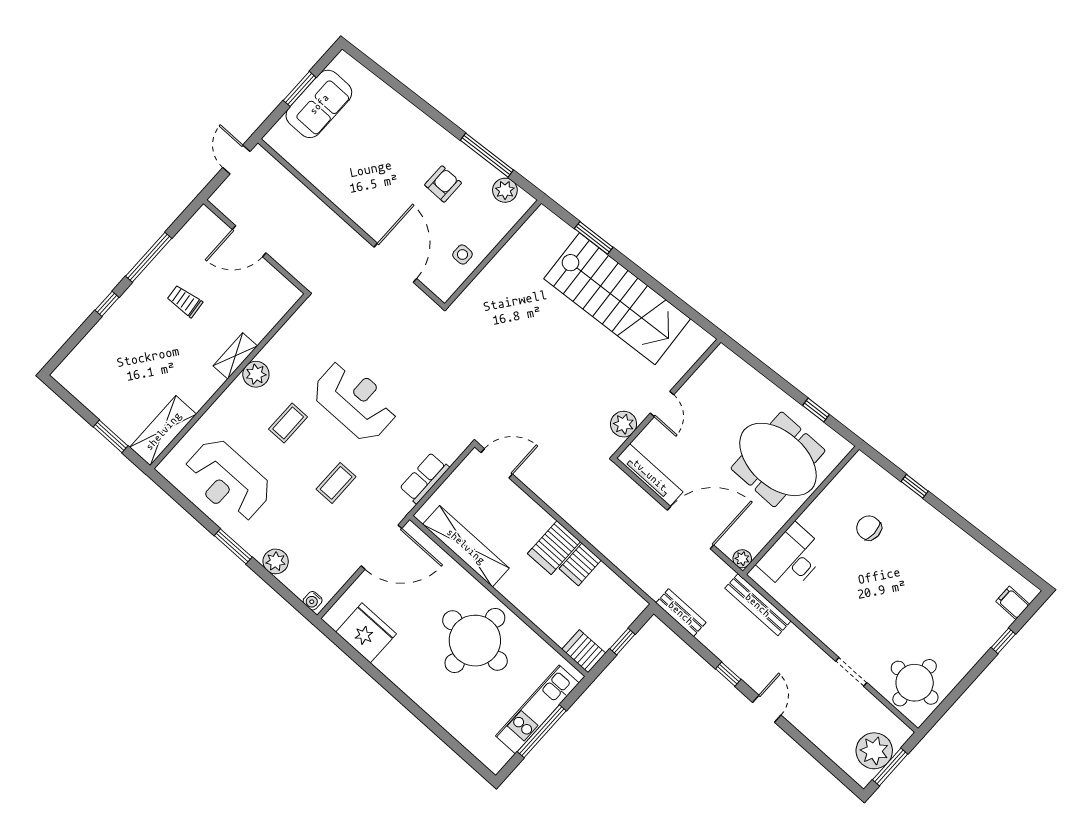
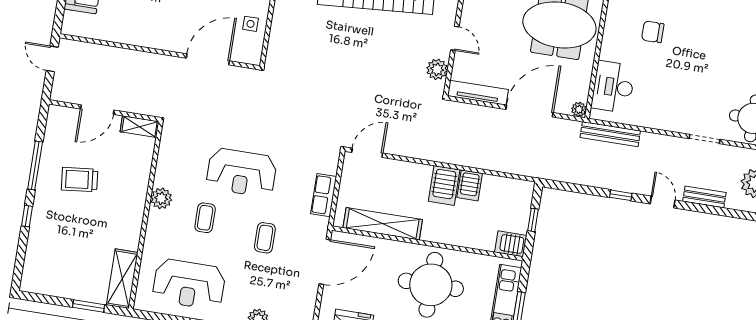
door: (395, 263) -> (208, 59), hinge flipped
trolley: (185, 301) -> (80, 180), width x1.36, depth x1.39
shelving: (235, 356) -> (140, 127), moved, turned 90
reception desk: (355, 401) -> (241, 173), turned 180
bench: (681, 613) -> (704, 197), moved

